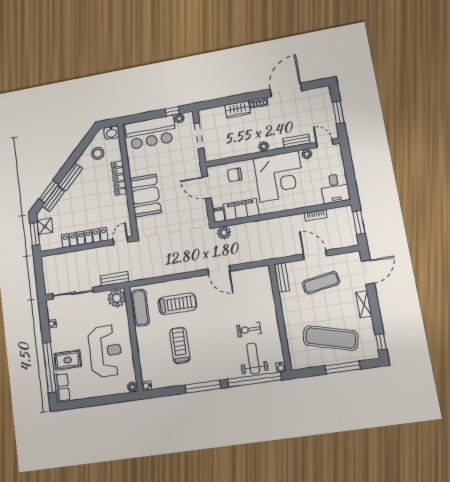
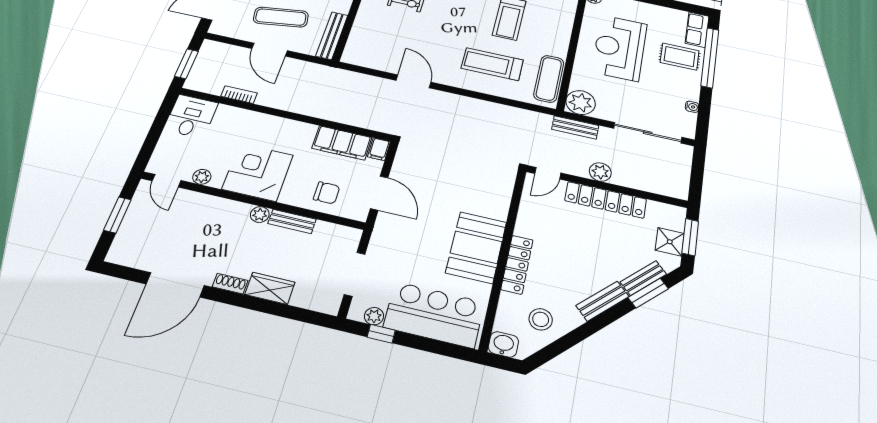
bench: (296, 141) -> (292, 221), moved
corner desk: (279, 176) -> (258, 172), width x0.74, depth x0.74
booth: (145, 196) -> (476, 247), moved
plant: (224, 233) -> (600, 172), moved
bench: (282, 277) -> (332, 36), width x1.36

